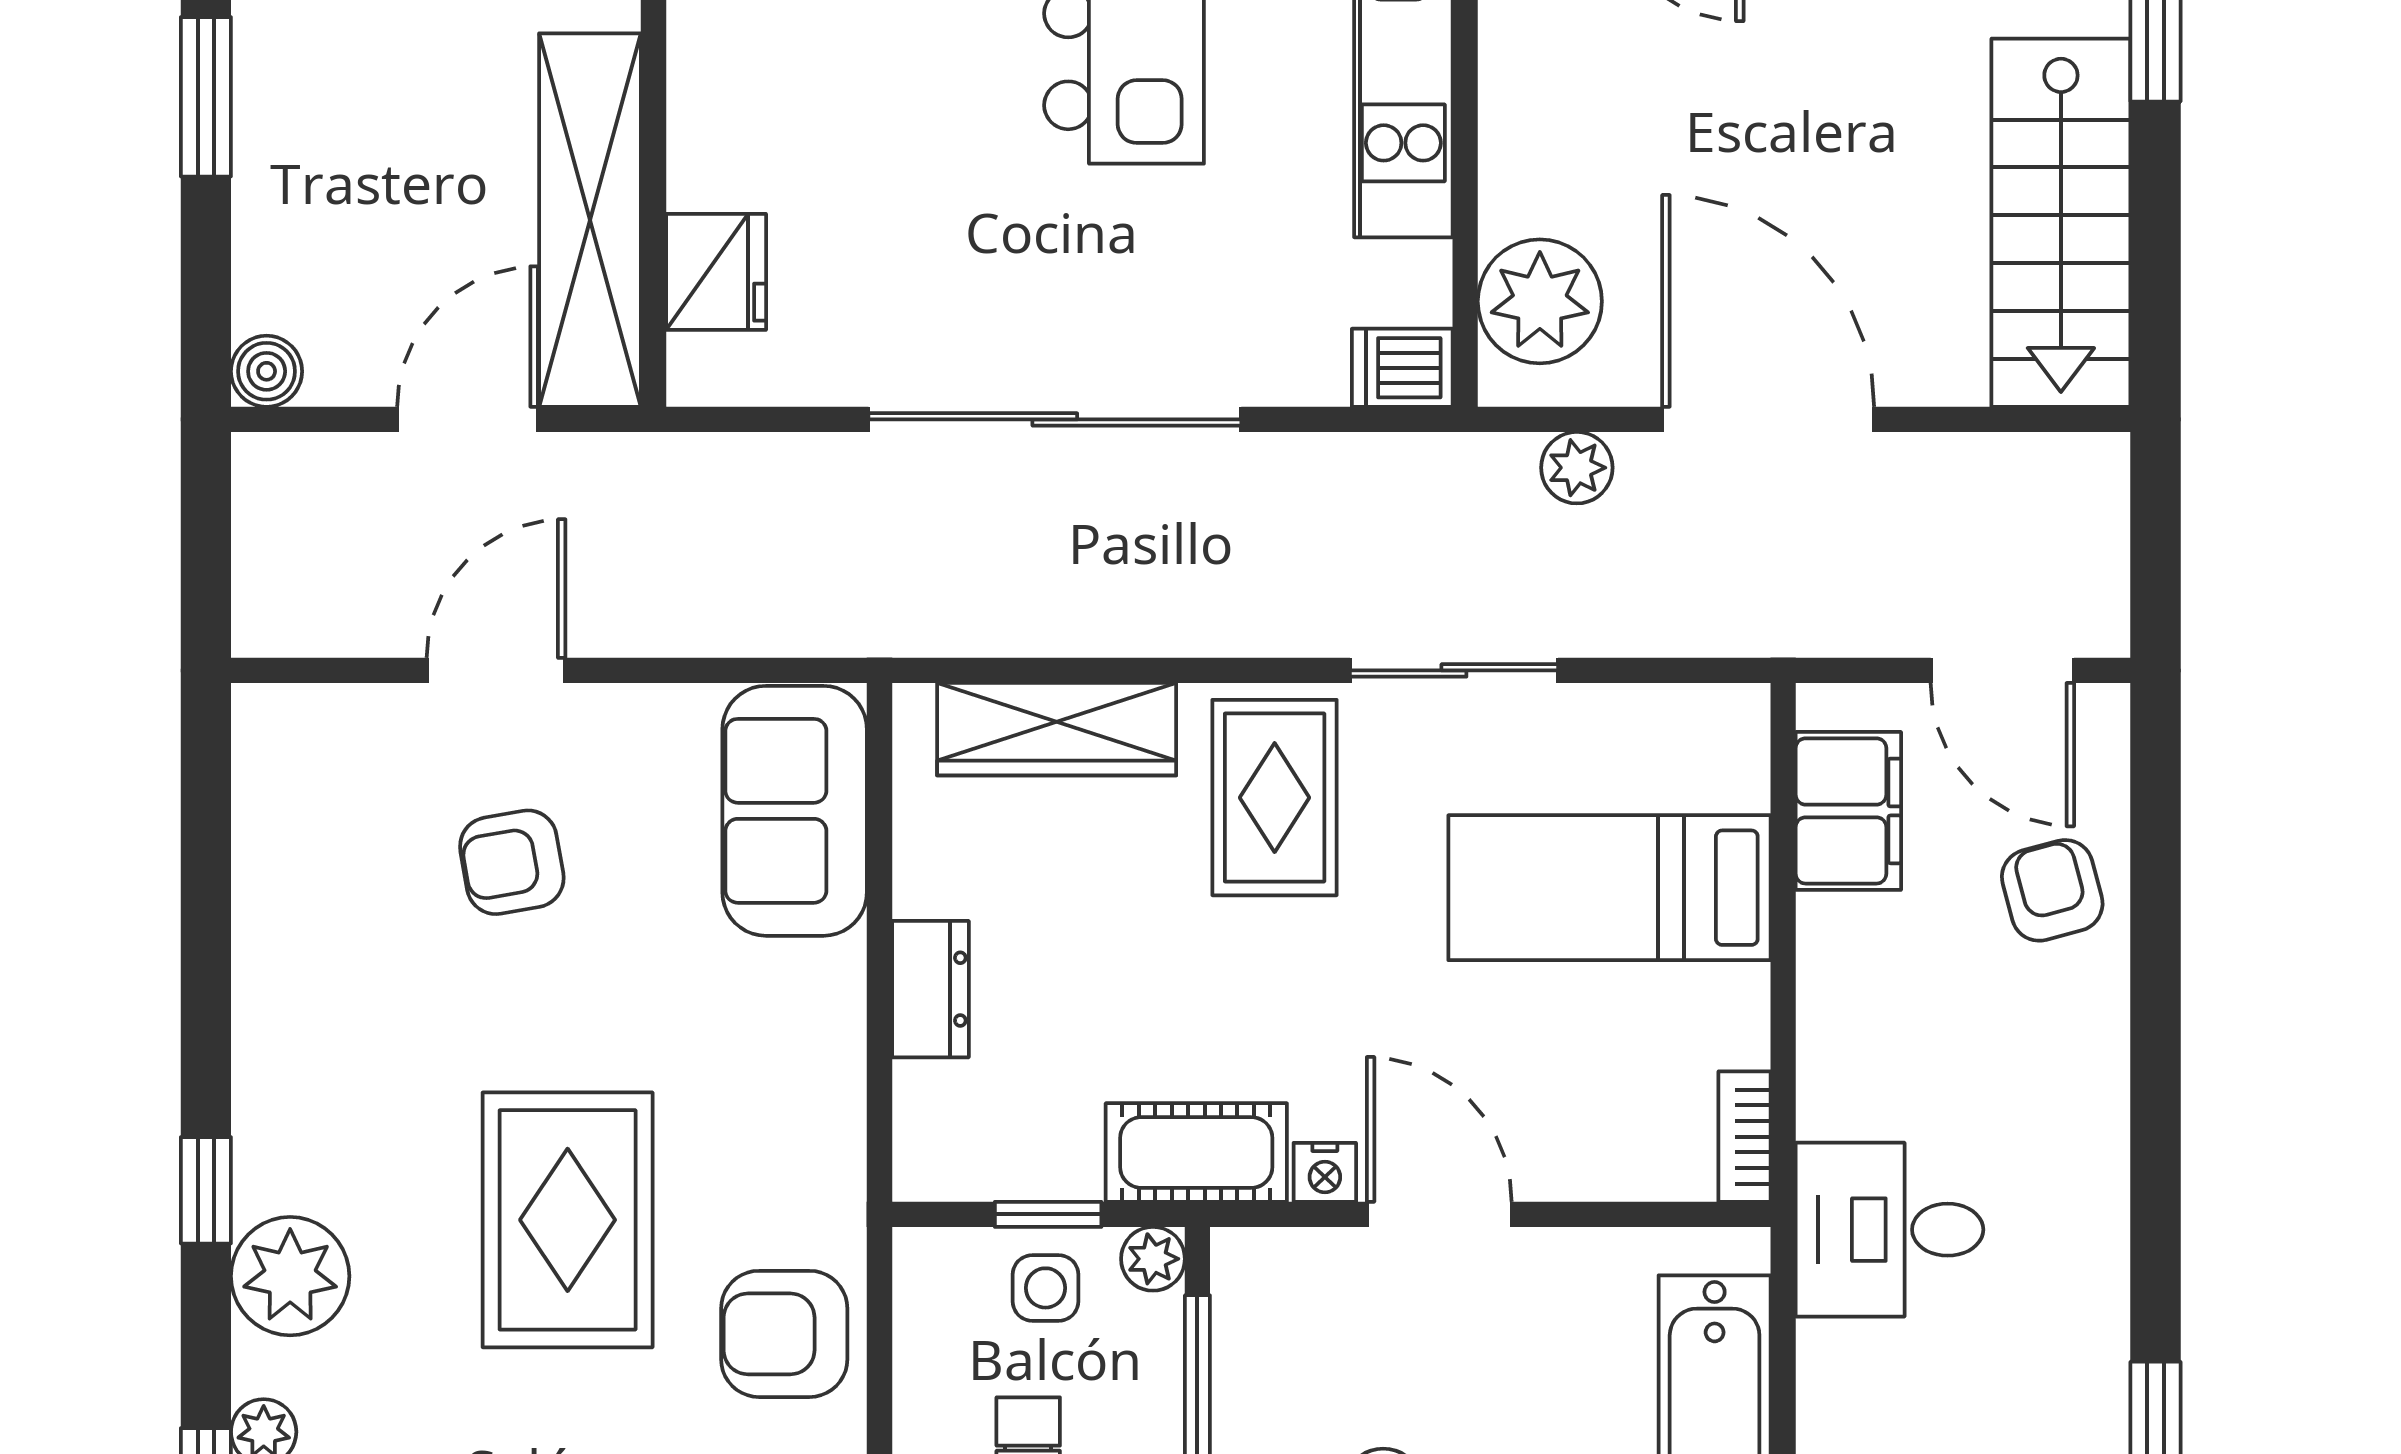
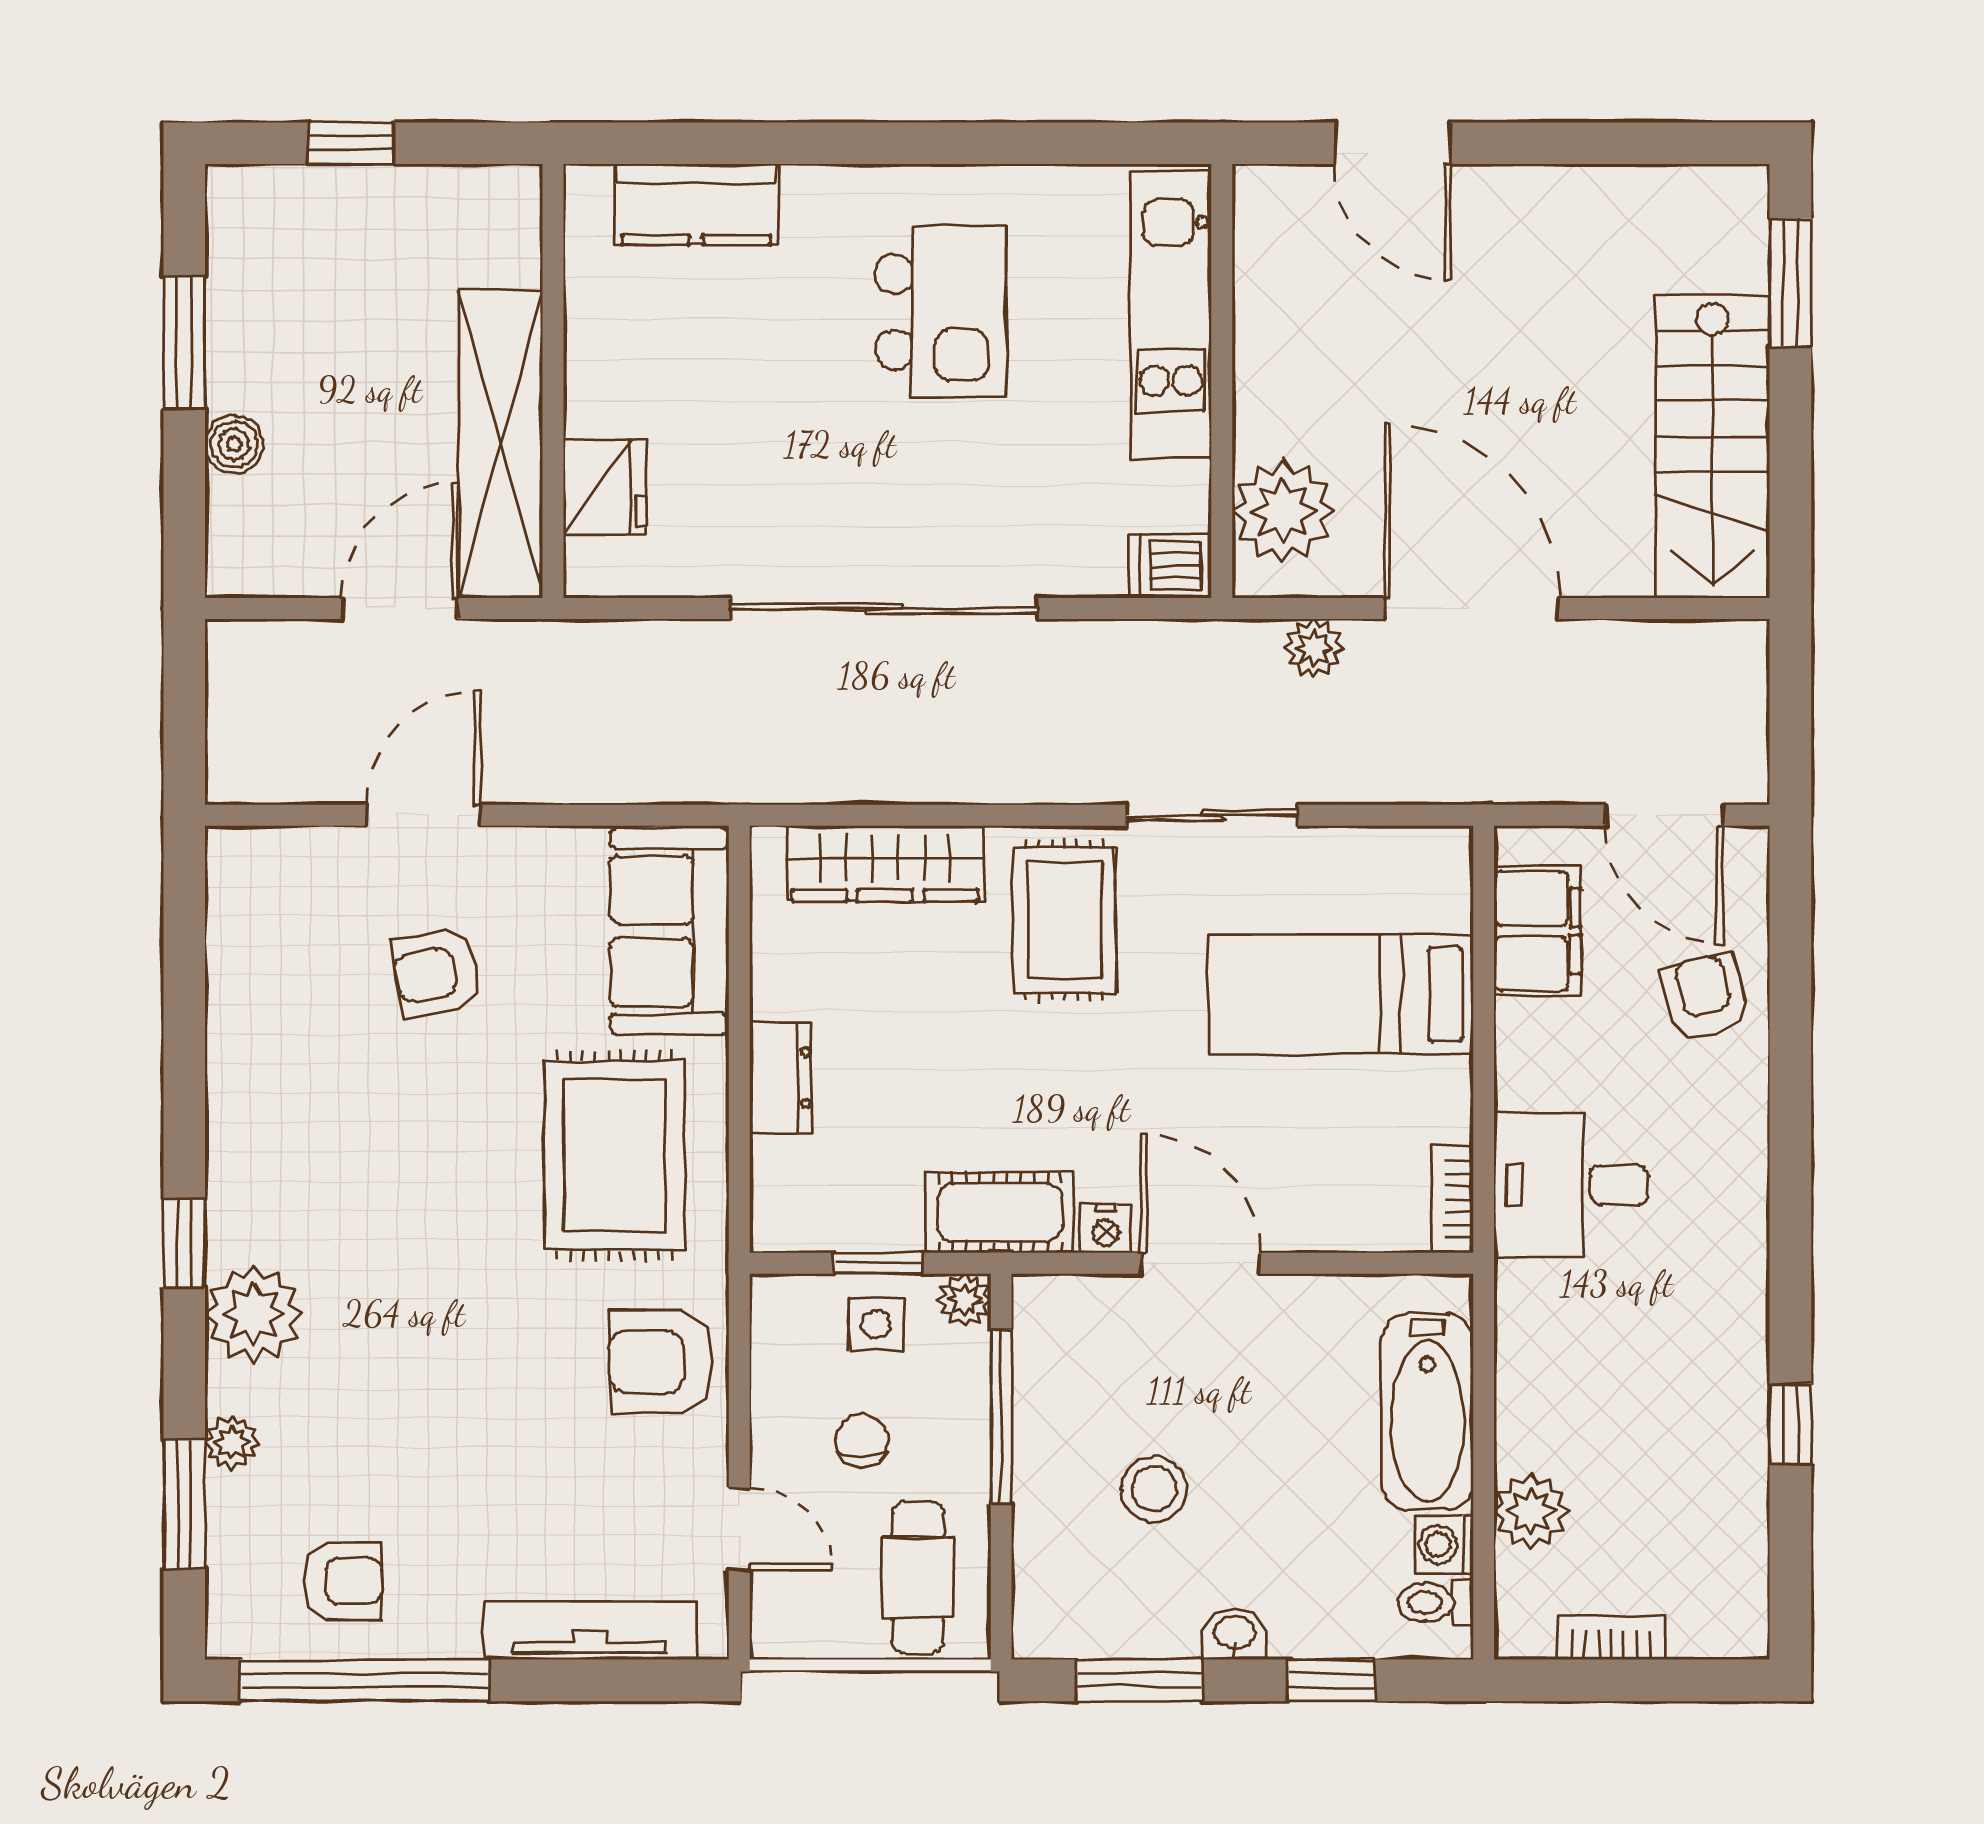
boiler: (267, 371) -> (234, 444), moved
rug: (568, 1220) -> (615, 1156), moved
desk: (1890, 1230) -> (1571, 1185), moved

